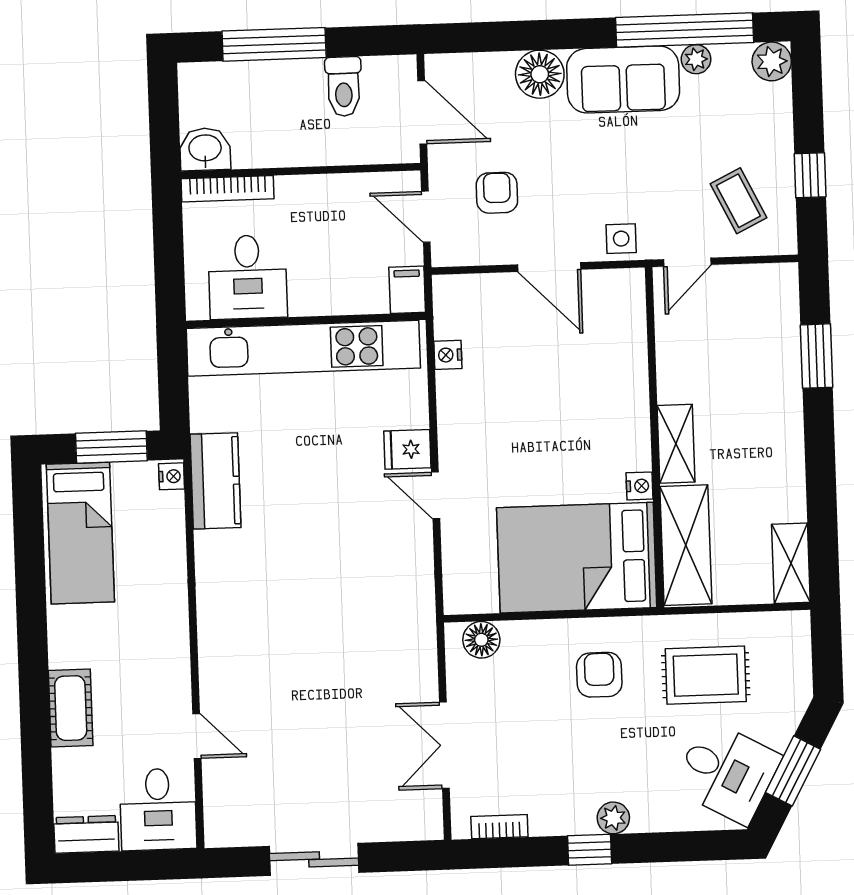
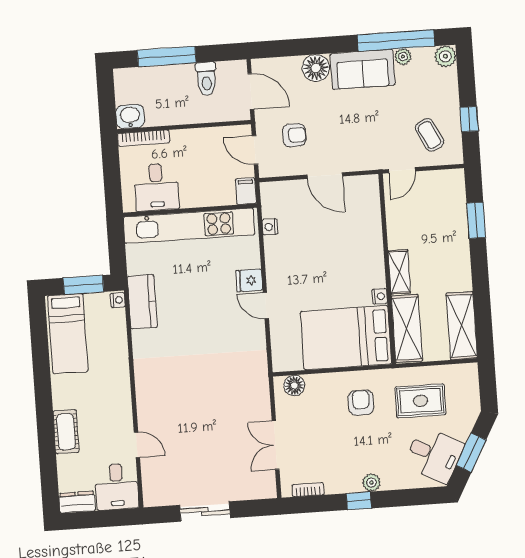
armchair: (497, 193) -> (294, 135), turned 90
side table: (621, 239) -> (365, 158), removed
shelving: (791, 563) -> (462, 326), width x1.50, depth x1.33

